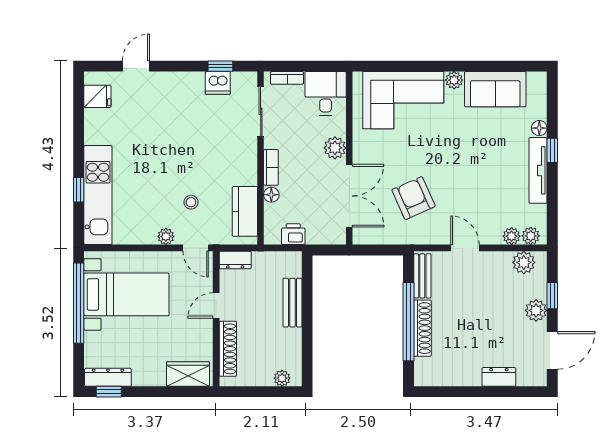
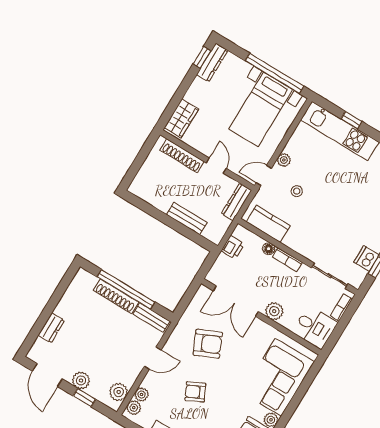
armchair: (473, 180) -> (195, 392), added
dresser: (235, 260) -> (236, 202), width x1.44
plant: (282, 378) -> (140, 180), removed

